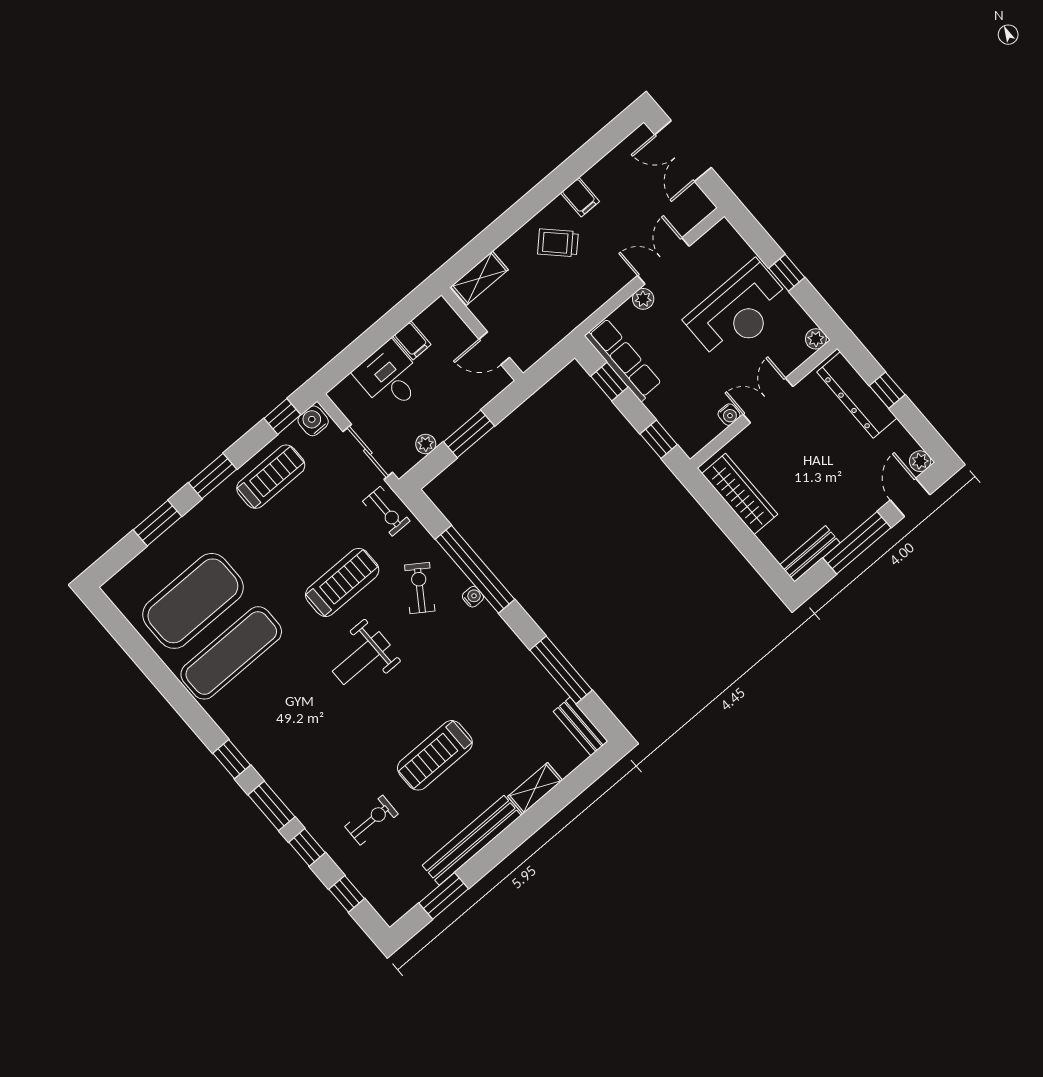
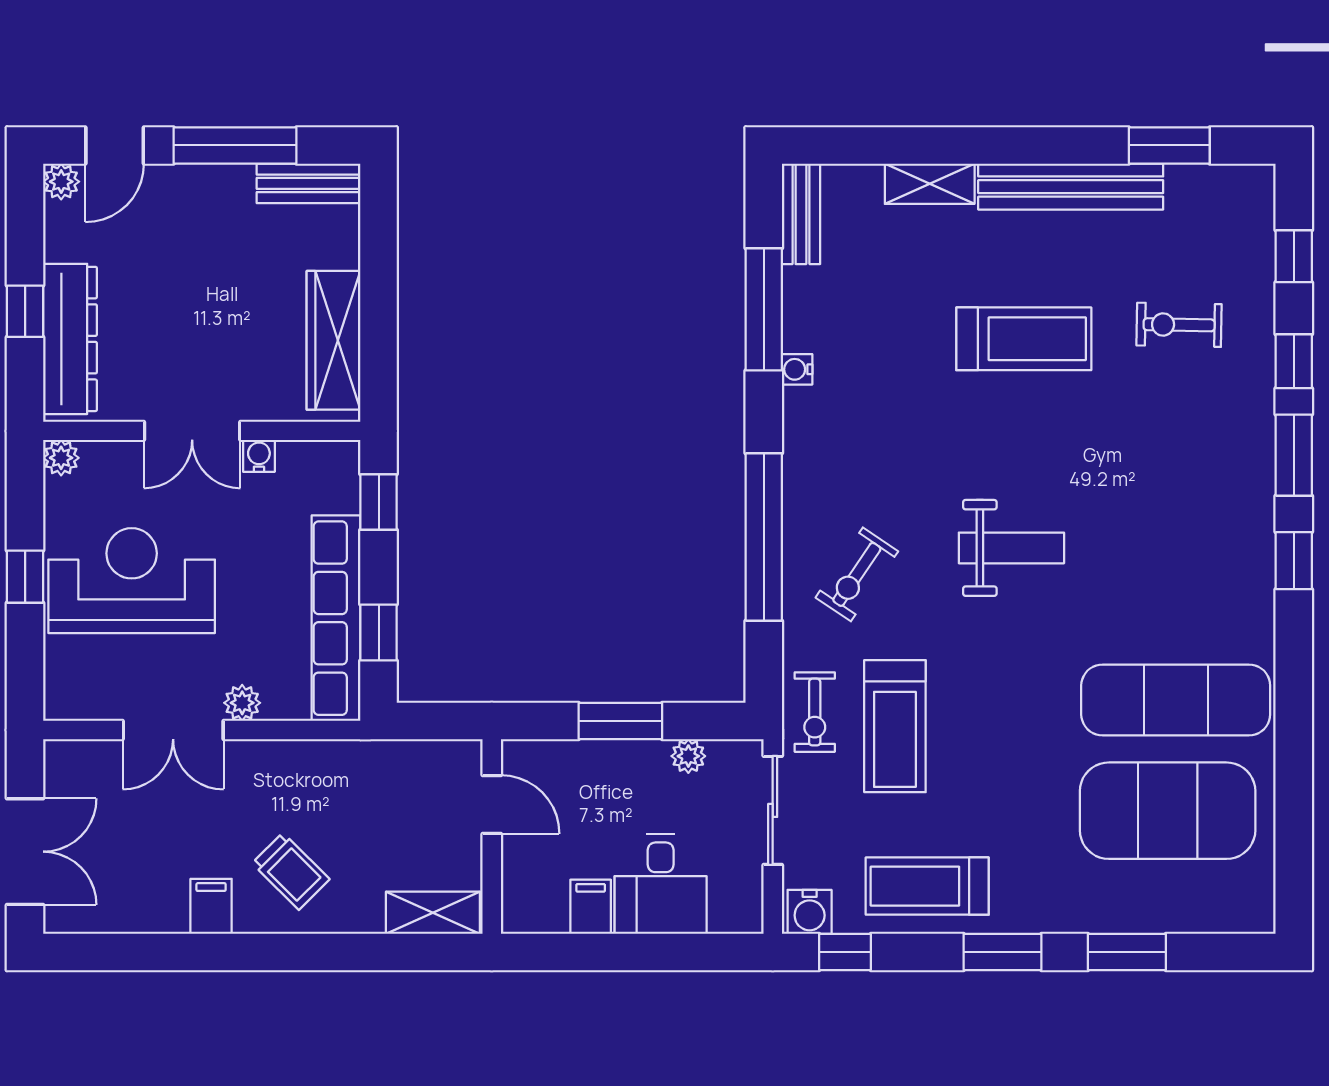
row of seats: (623, 360) -> (336, 618), width x1.36
exercise bike: (386, 511) -> (815, 712), turned 180
treadmill: (342, 582) -> (895, 726), moved, turned -90
water cooler: (473, 597) -> (797, 369), moved

